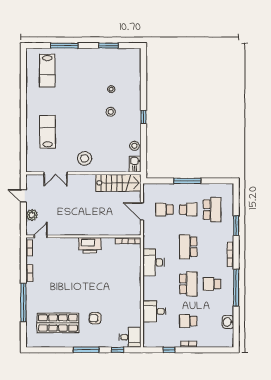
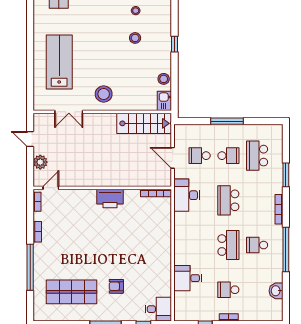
lab bench: (48, 132) -> (59, 62), width x1.36, depth x1.39
school desk: (212, 210) -> (257, 156), turned 180
desk: (154, 262) -> (187, 195), moved

